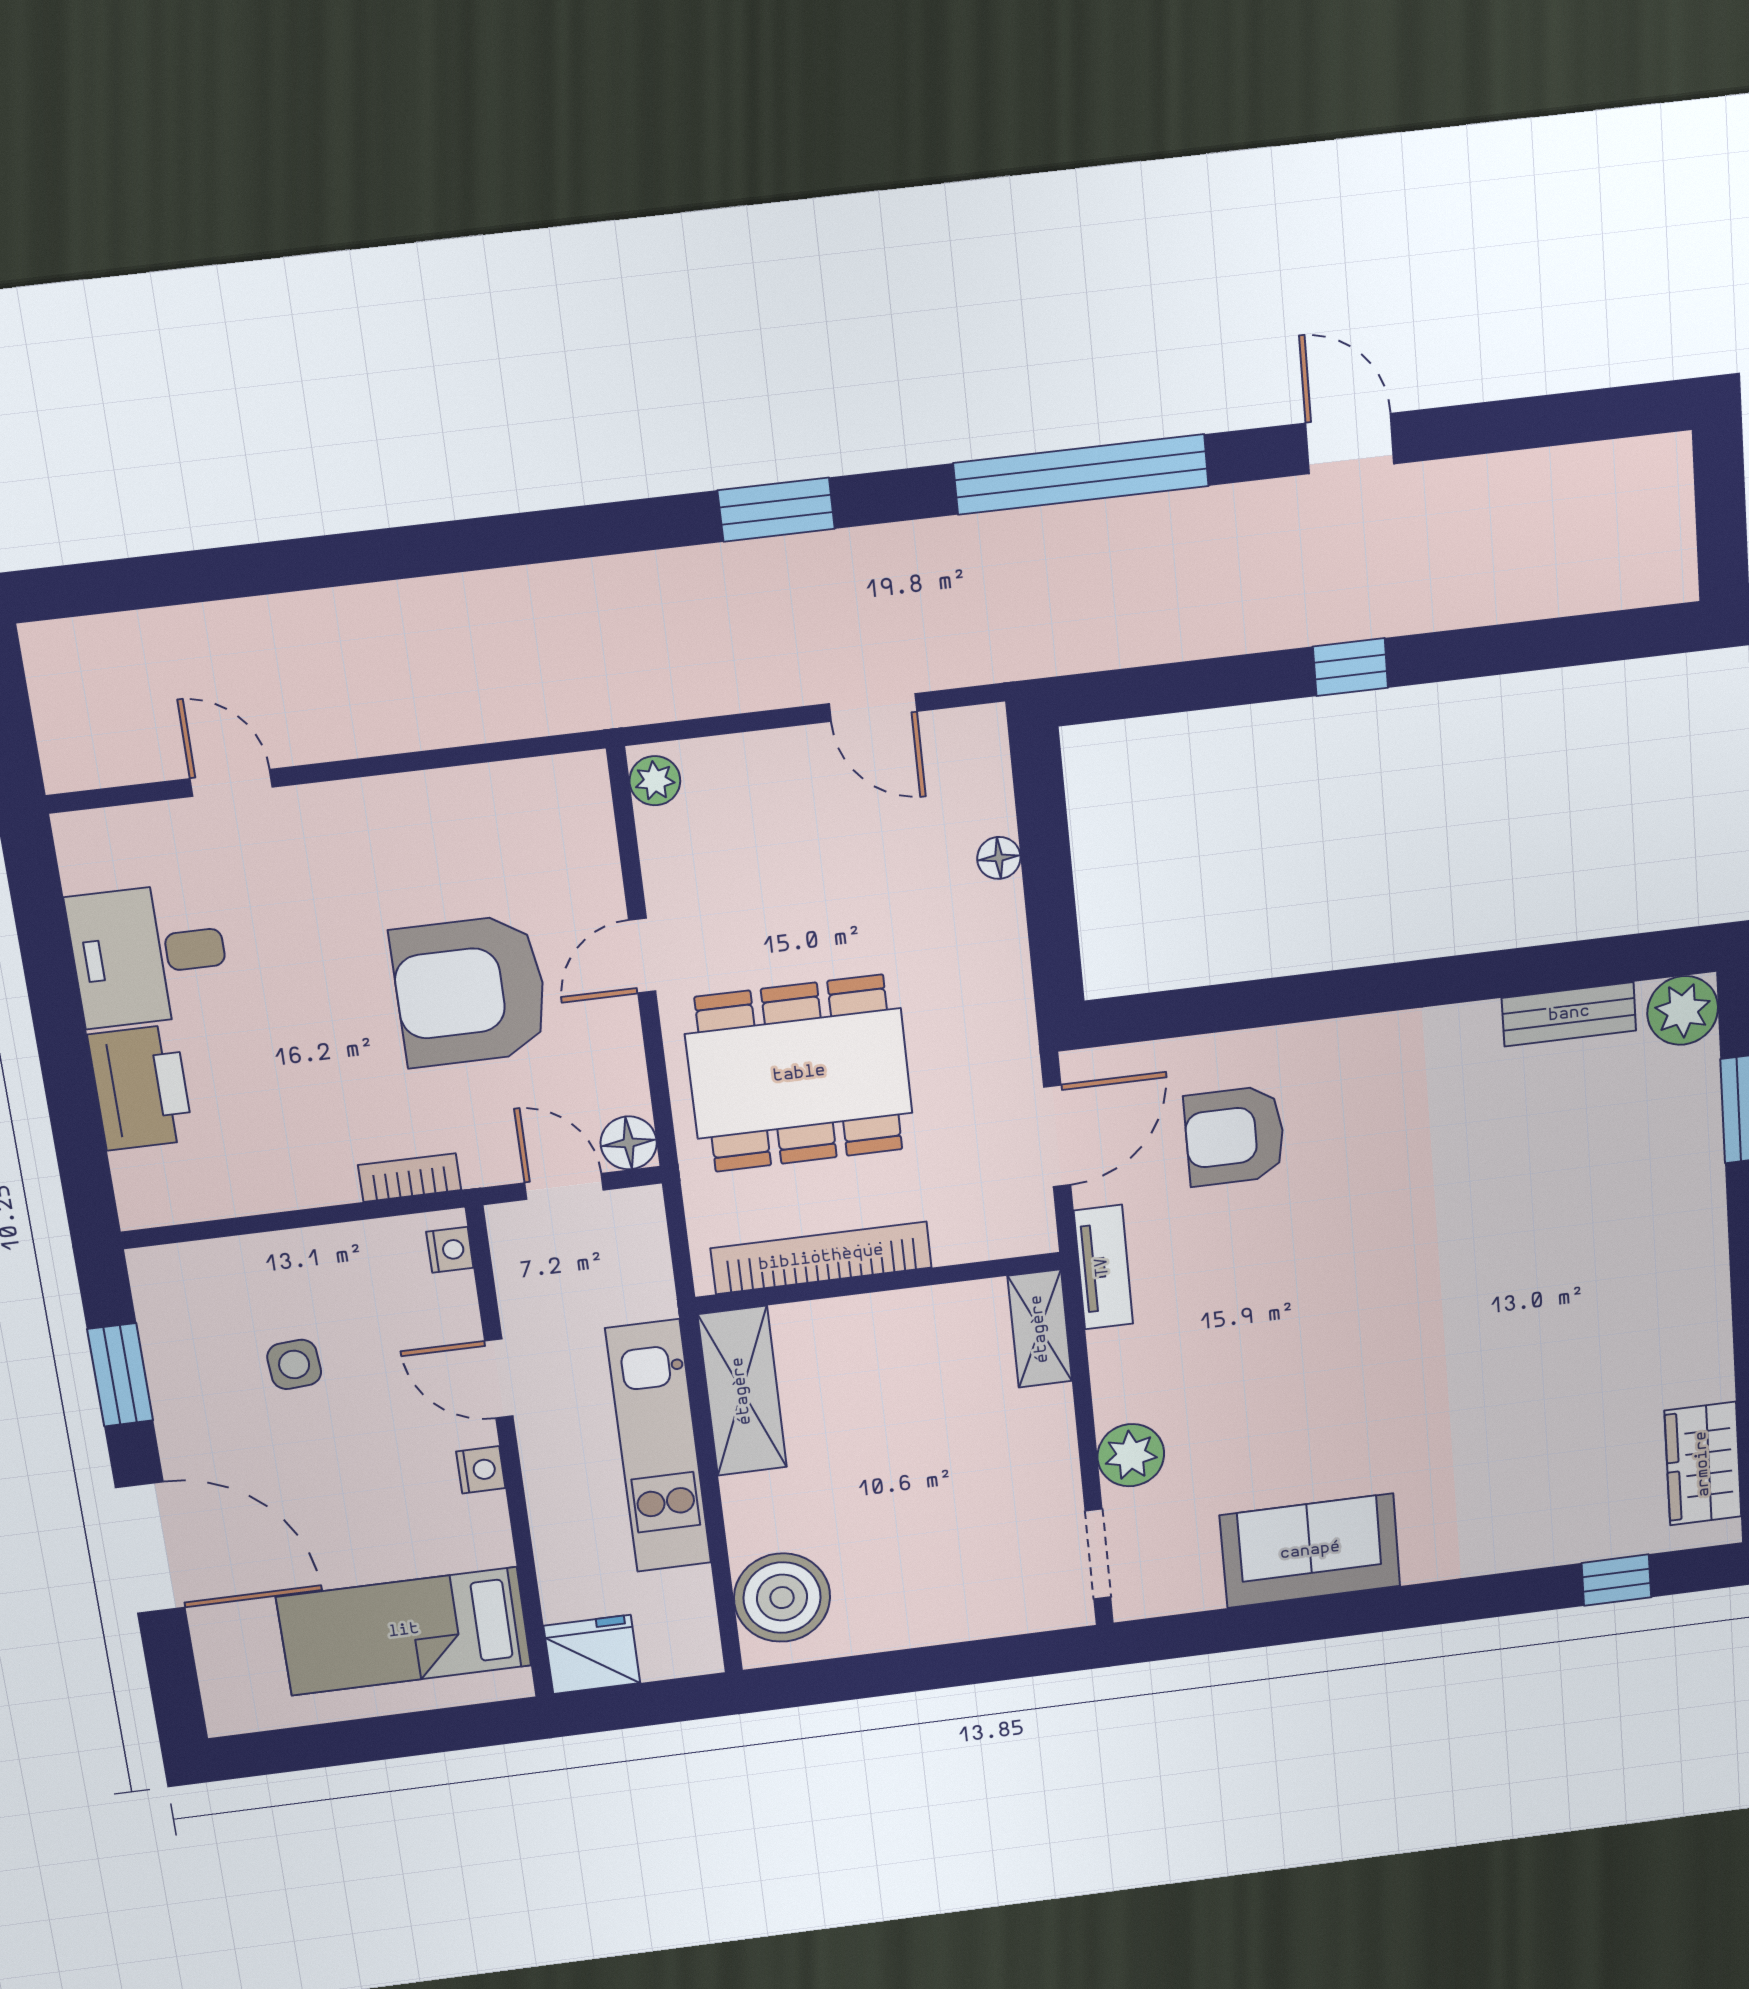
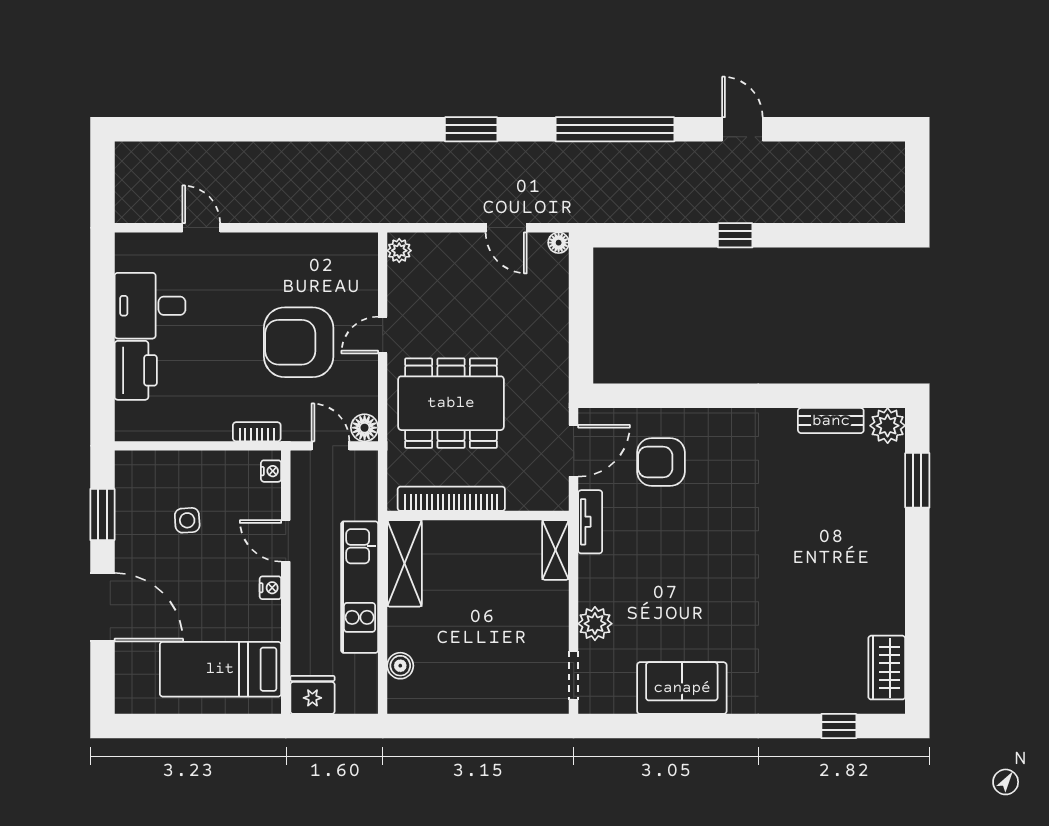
floor lamp: (999, 858) -> (559, 243), moved
boiler: (782, 1598) -> (400, 666), width x0.54, depth x0.54

